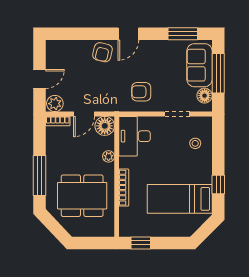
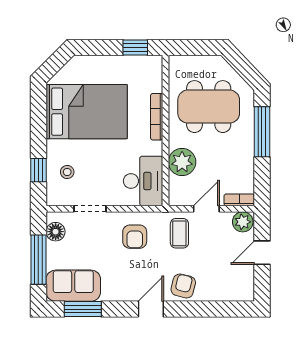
sofa: (200, 65) -> (73, 286), moved, turned -90
armchair: (141, 92) -> (135, 237), turned 90
coffee table: (106, 94) -> (179, 233), added
floor lamp: (105, 126) -> (180, 194), removed
plant: (109, 156) -> (182, 162), width x1.87, depth x1.87
window: (218, 184) -> (38, 170), moved
bed: (180, 199) -> (87, 112), width x1.50

